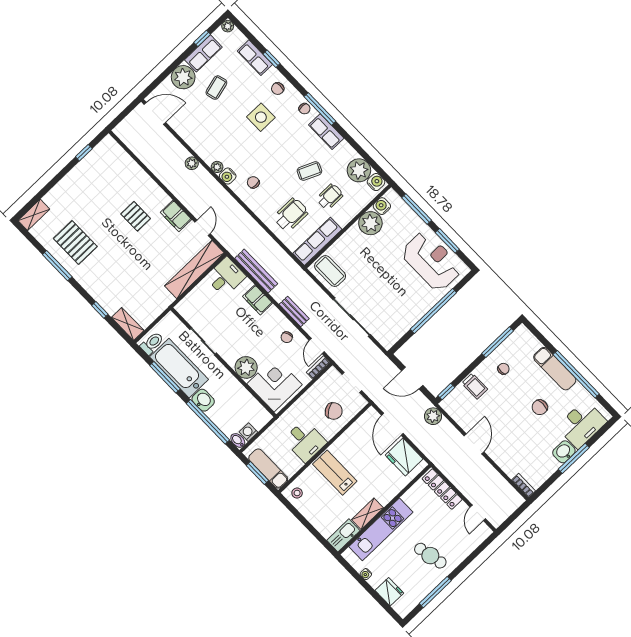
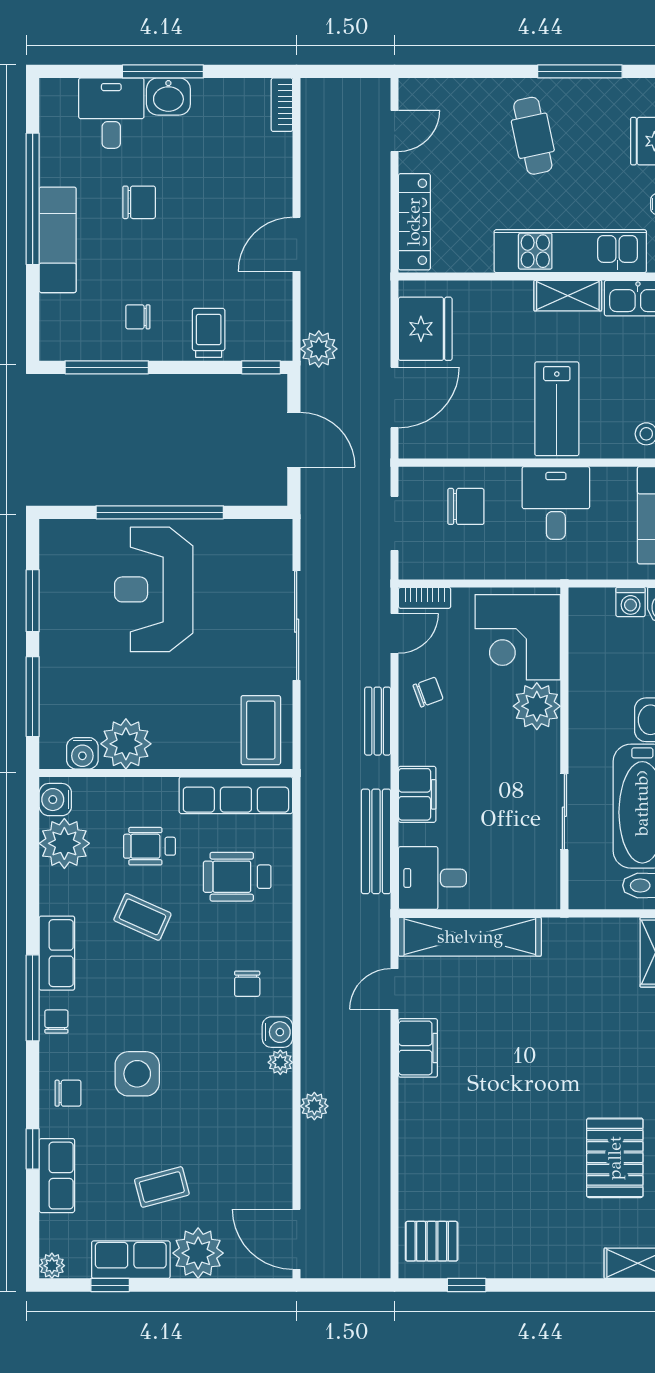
pallet: (136, 216) -> (432, 1241), moved, turned 90
reception desk: (431, 261) -> (154, 589), moved
chair: (334, 411) -> (466, 506), turned 122
desk: (582, 424) -> (111, 113), width x0.73

